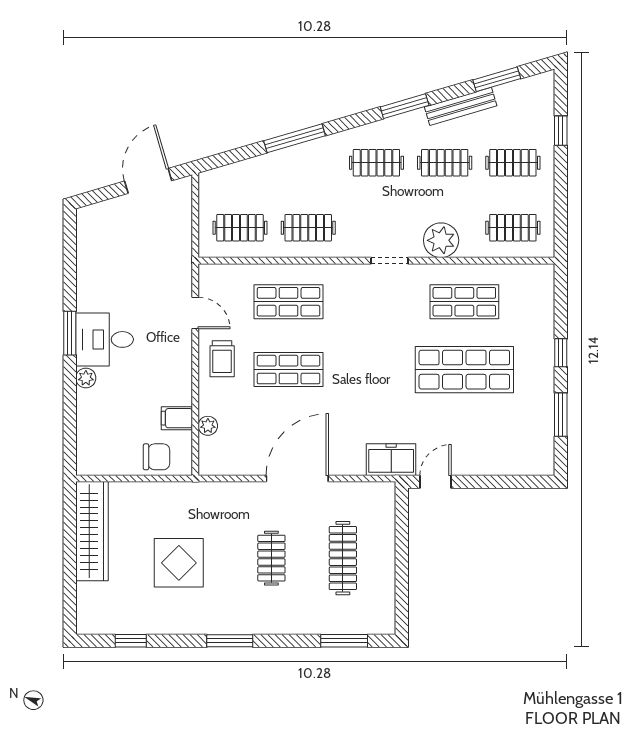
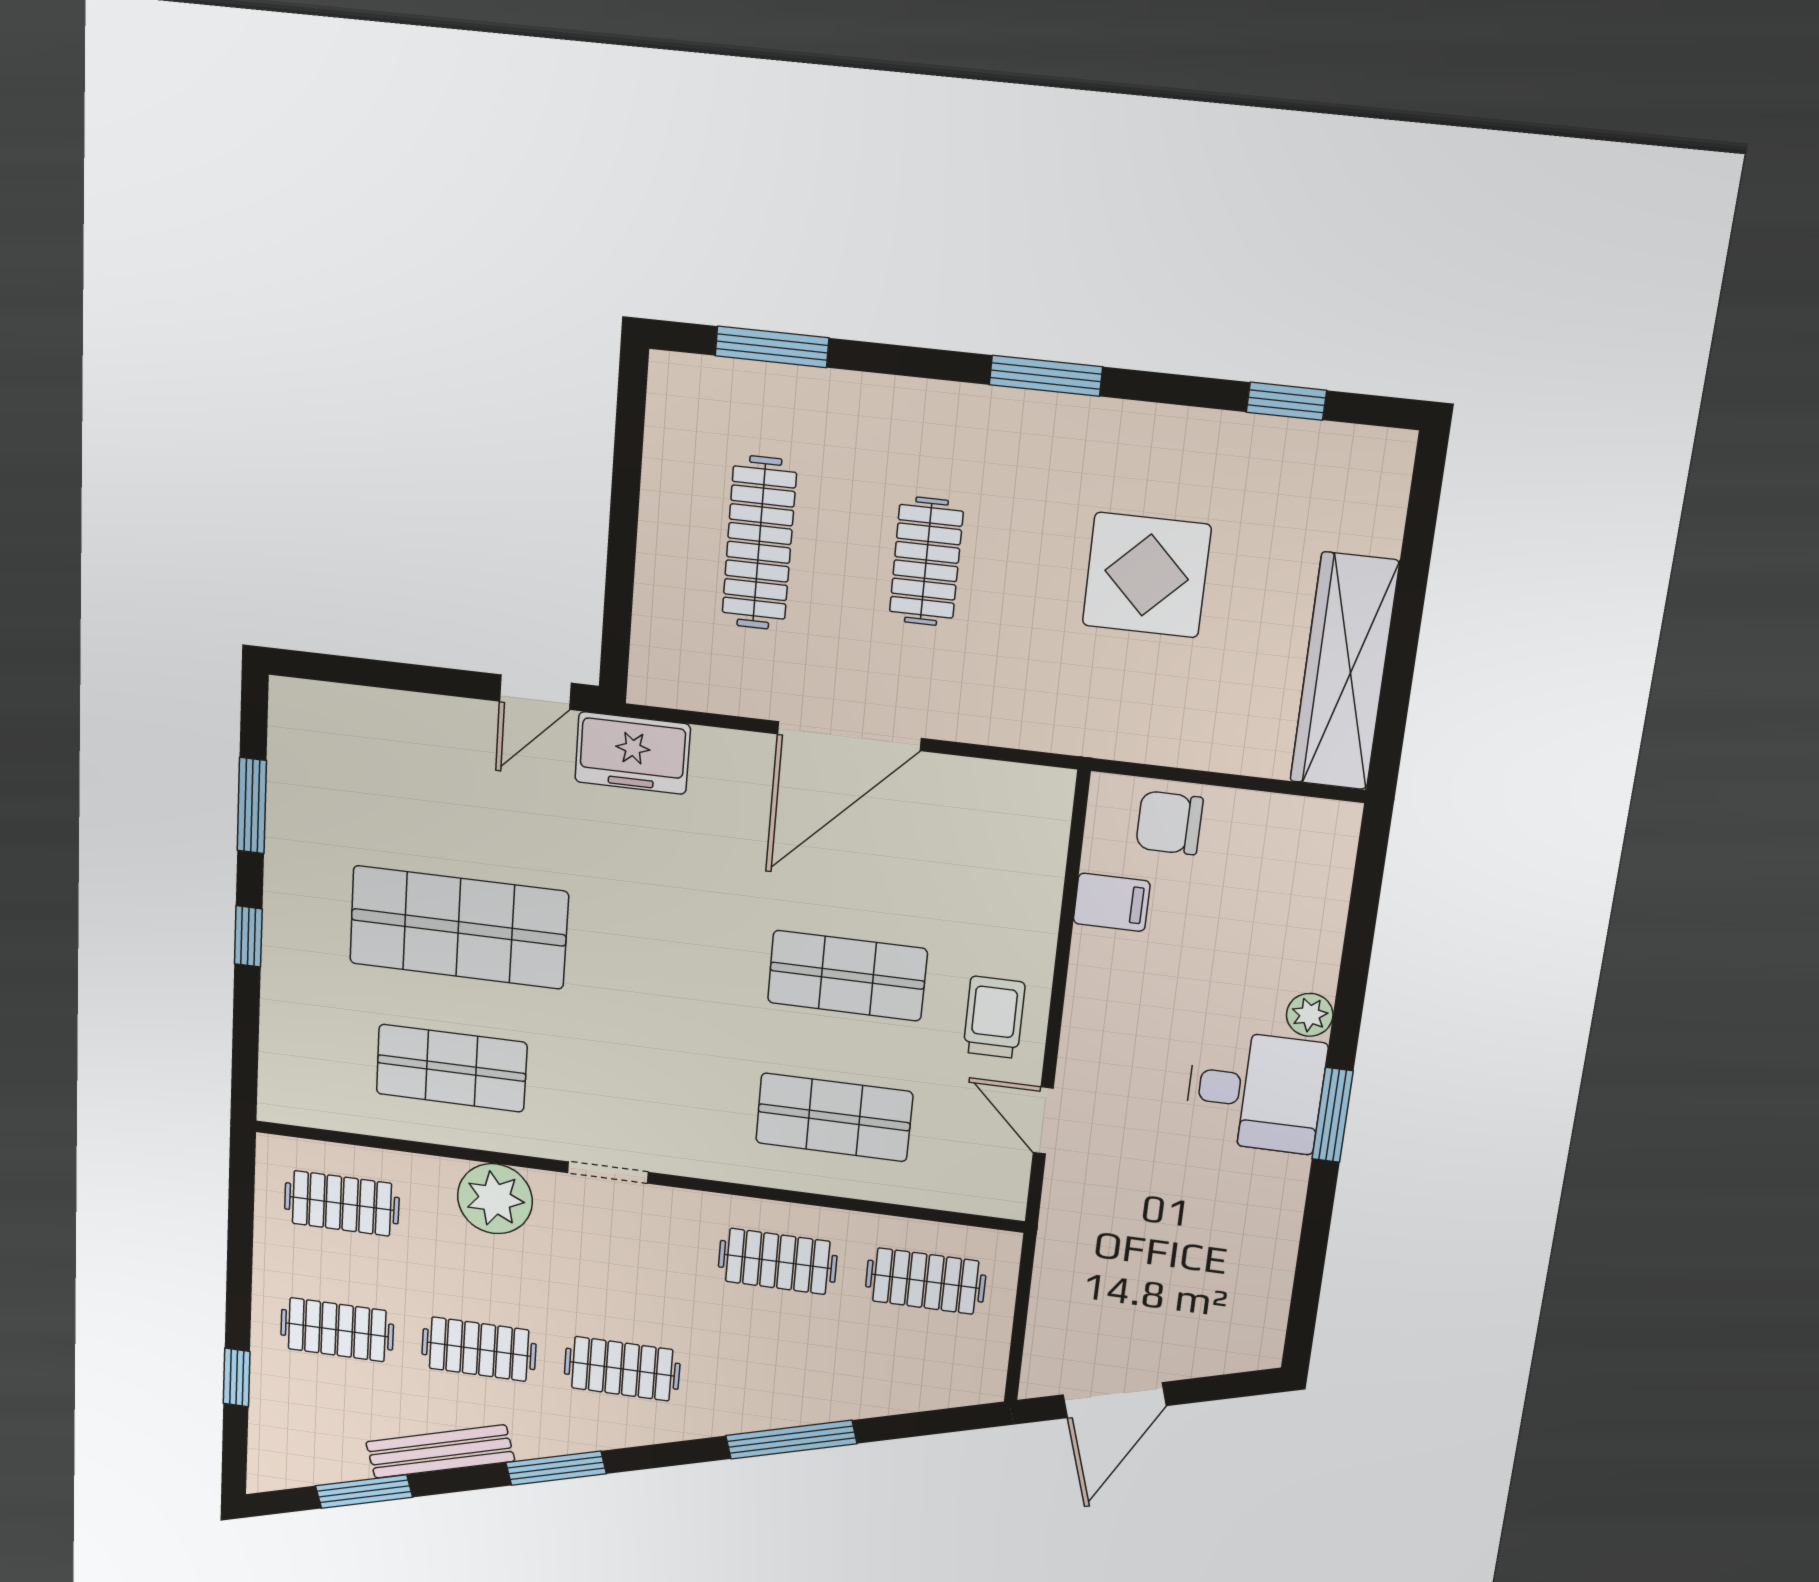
plant: (208, 426) -> (1042, 877), removed

